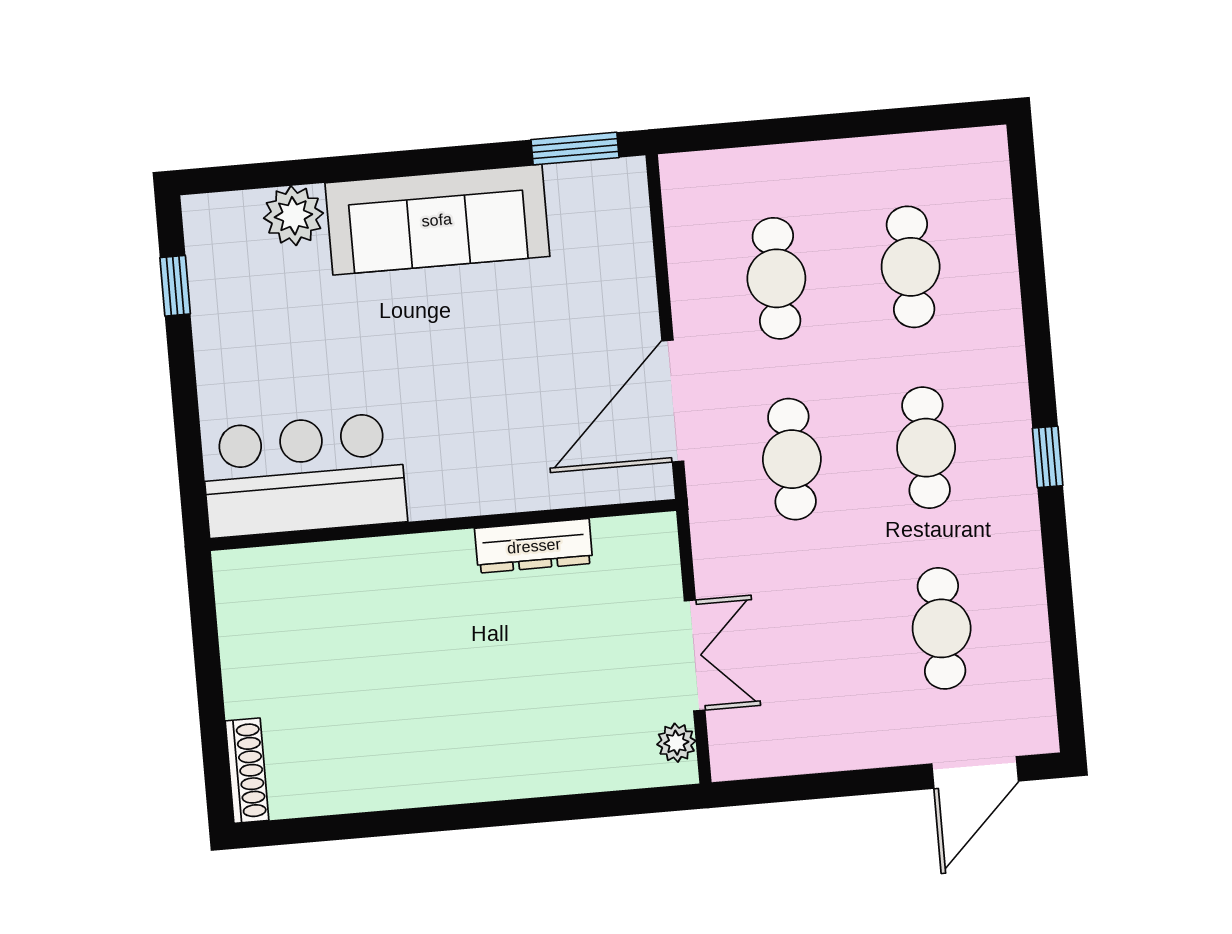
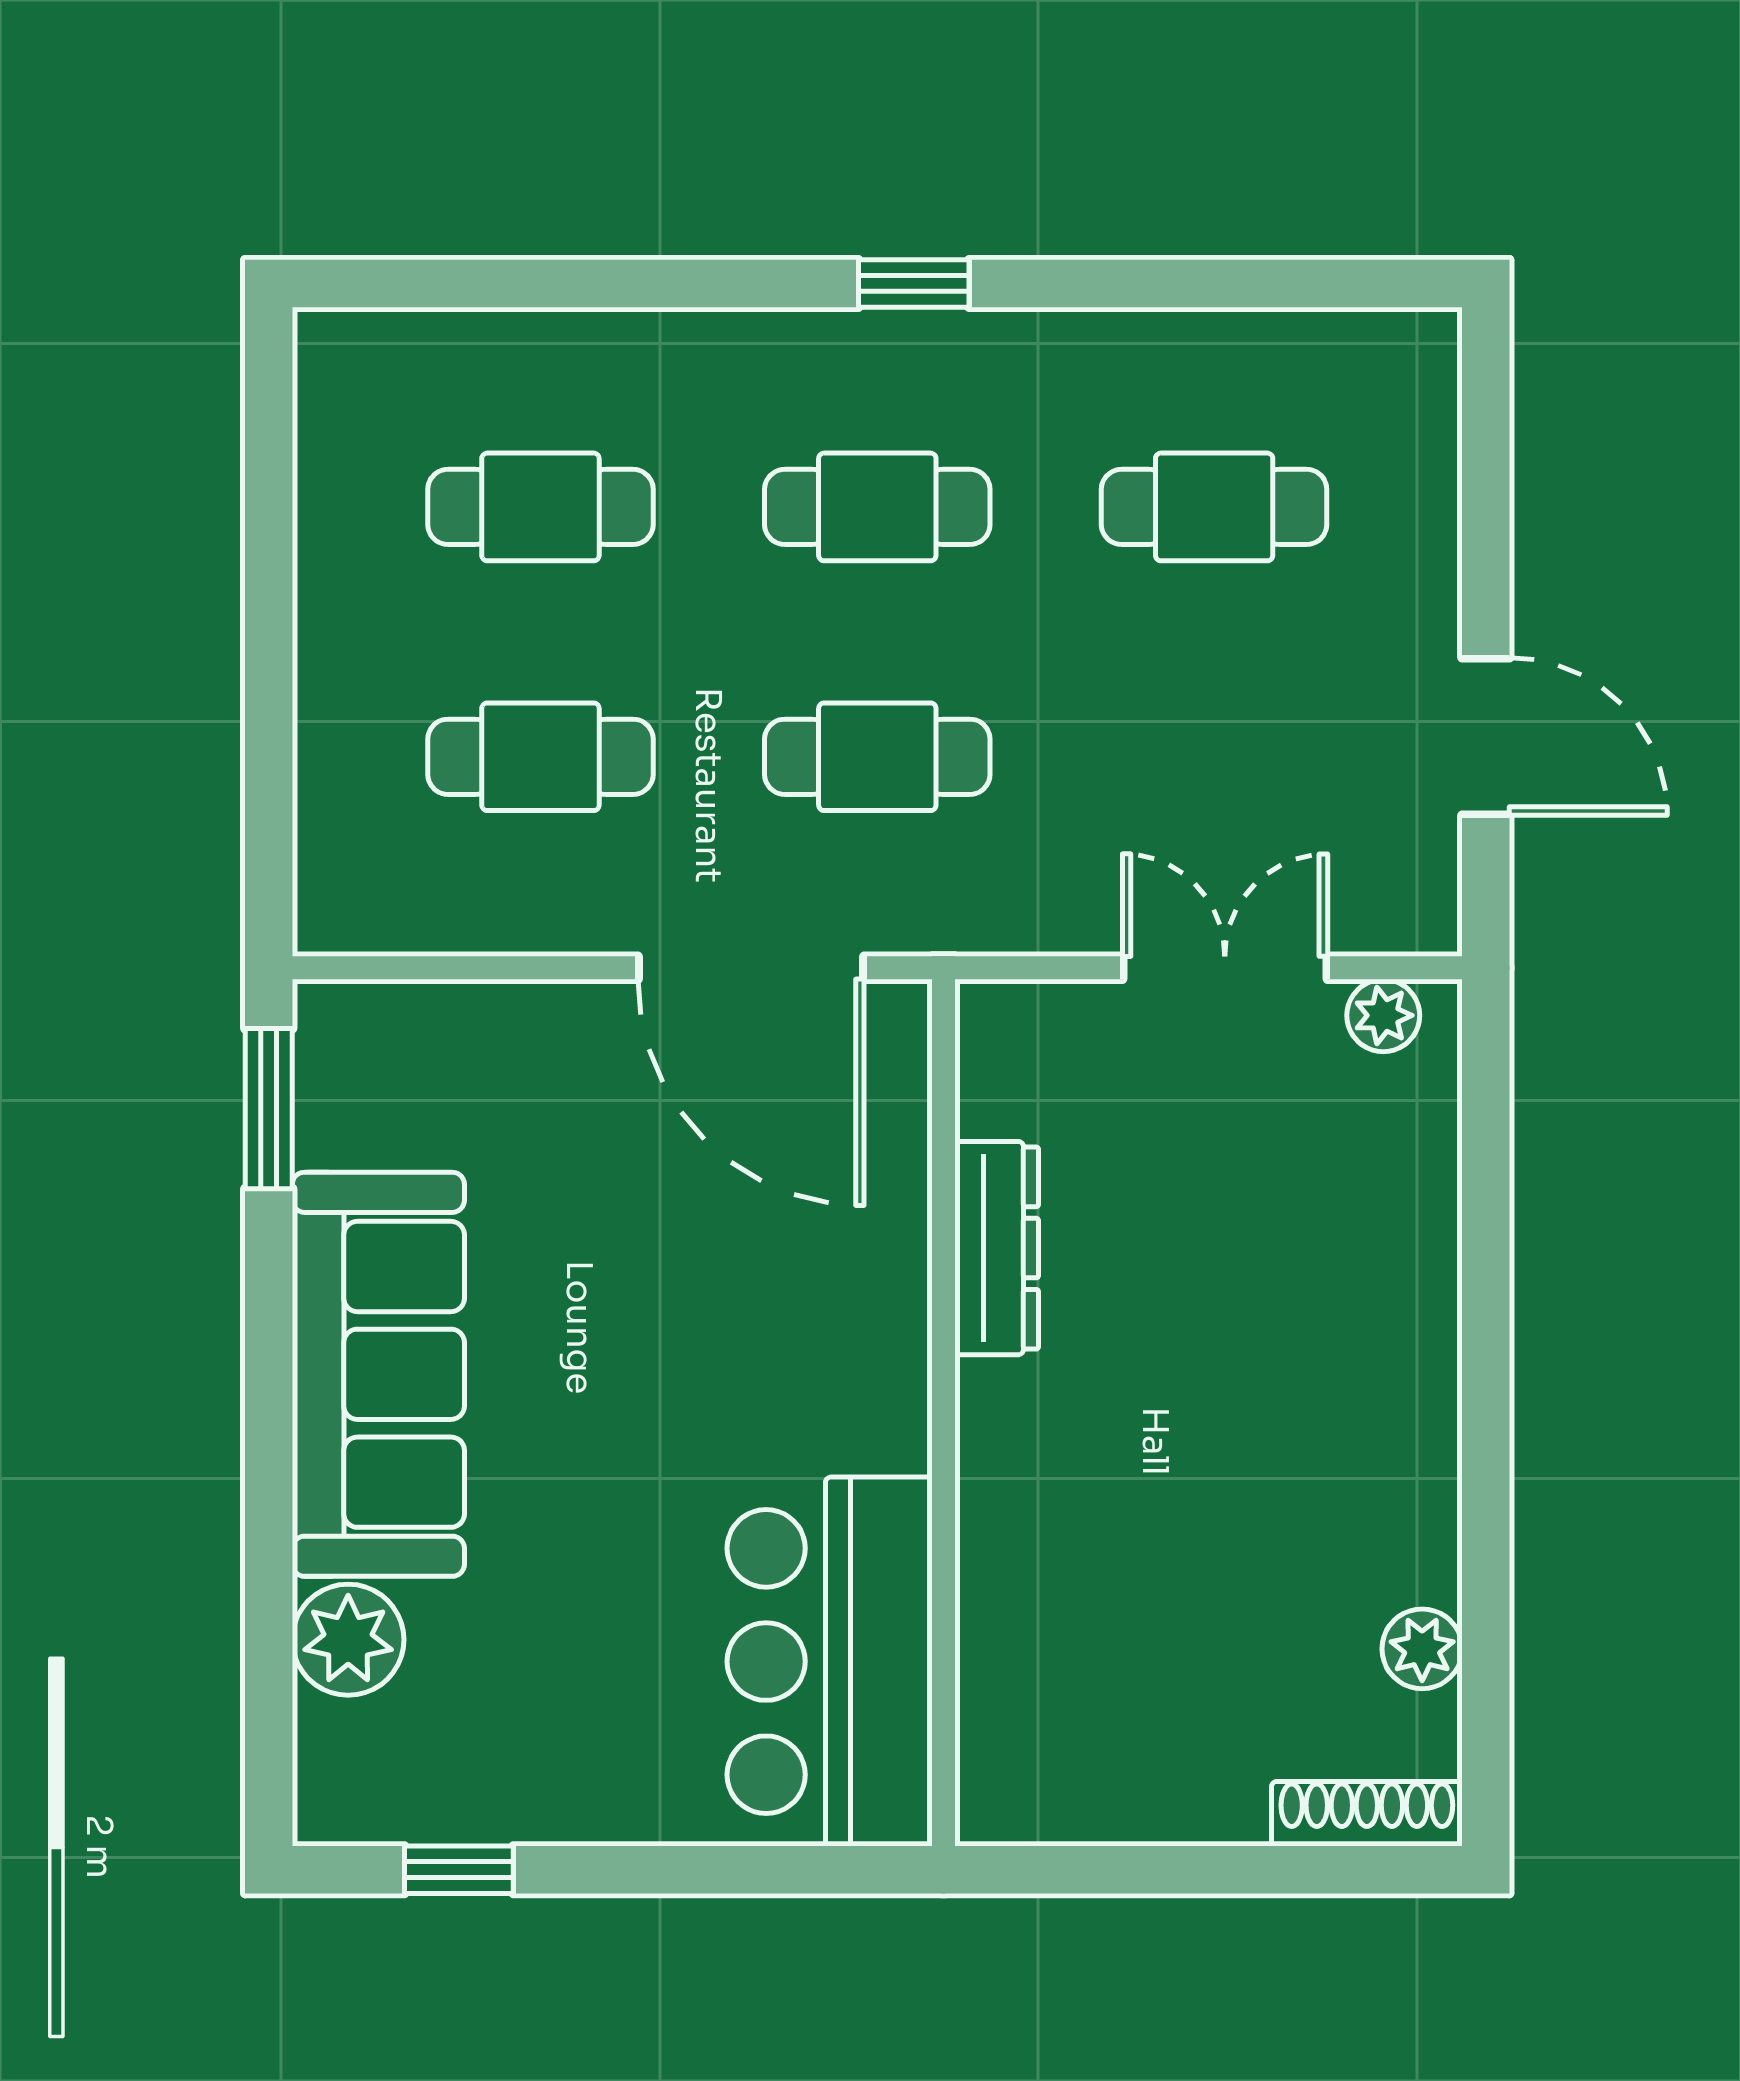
door: (975, 773) -> (1486, 736), moved
plant: (338, 793) -> (1422, 1649), added

